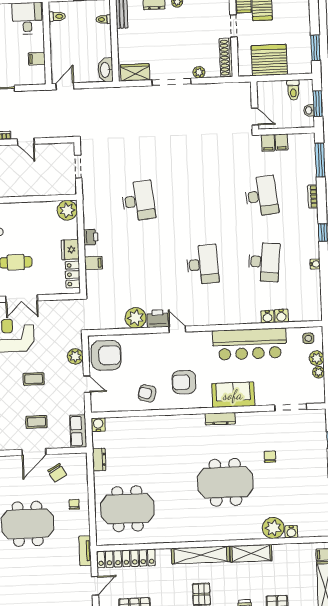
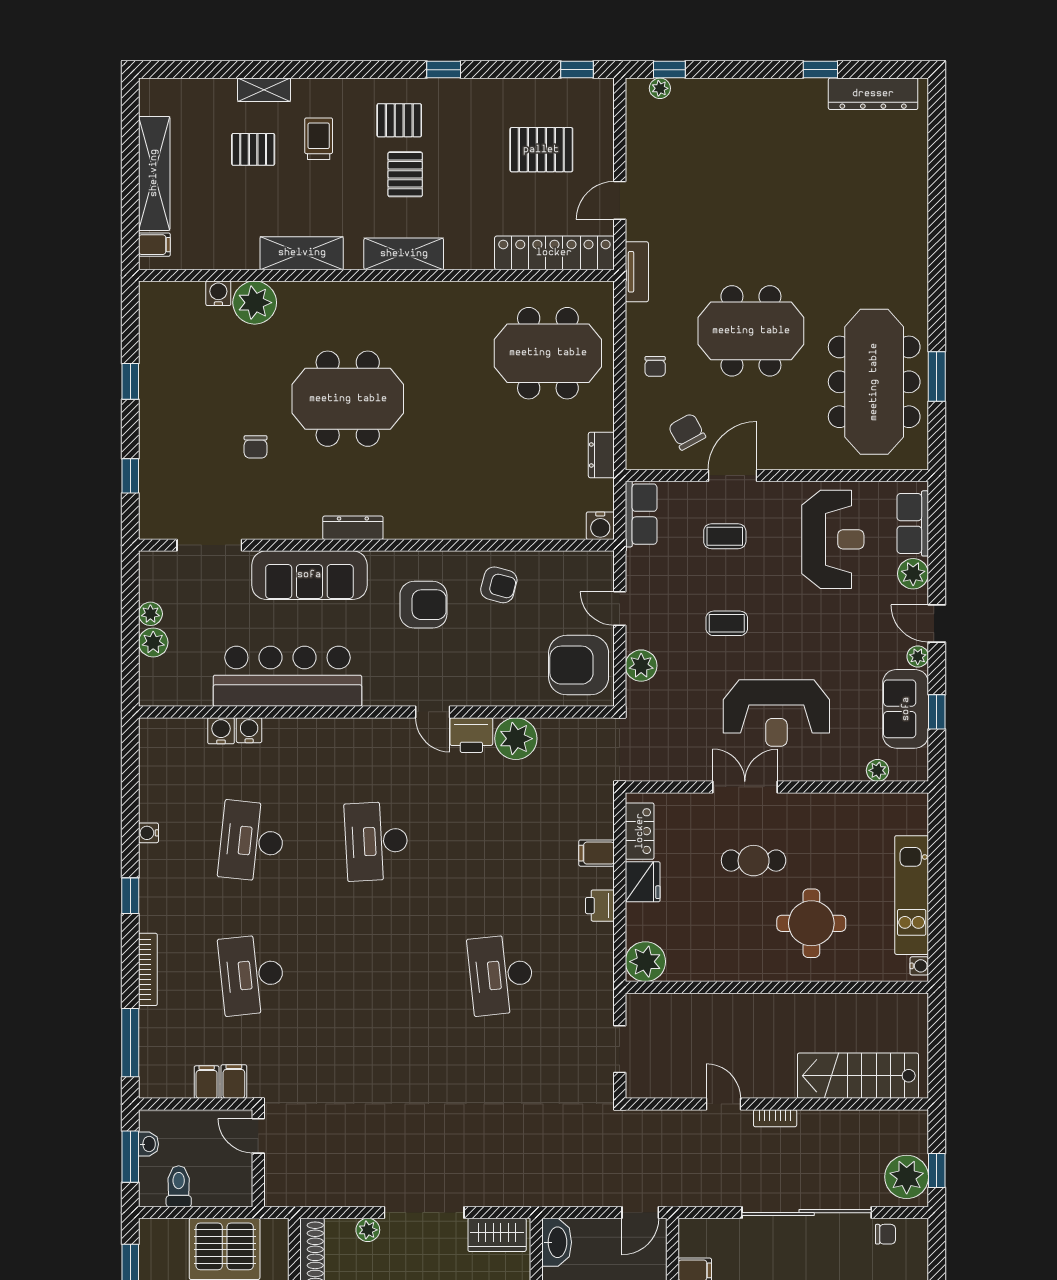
bookcase: (313, 197) -> (148, 969), width x1.56
side table: (308, 338) -> (168, 683), removed
sofa: (233, 395) -> (309, 575), width x1.36
shelving: (201, 555) -> (404, 254), width x0.68

